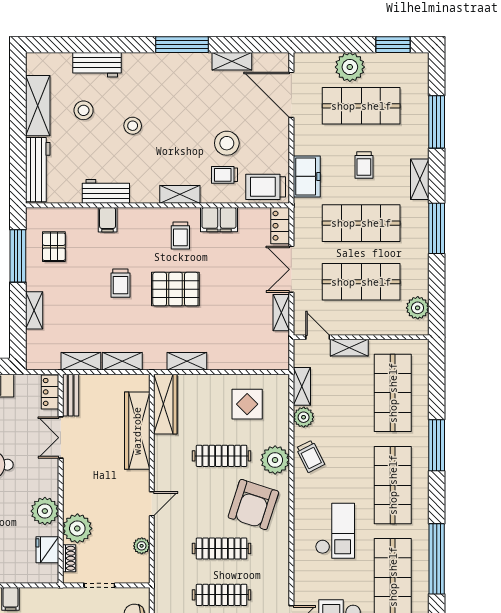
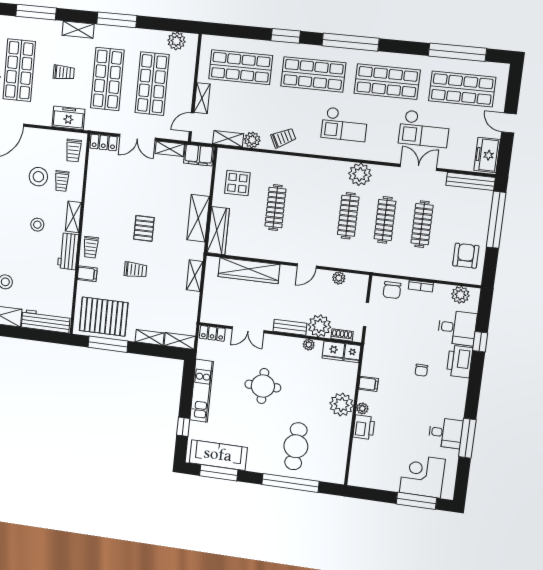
stool: (133, 126) -> (37, 225), moved
trolley: (266, 187) -> (73, 151), width x0.73, depth x0.72
workbench: (106, 191) -> (68, 251), moved
filing cabinet: (219, 220) -> (199, 155), moved, turned 90
trolley: (180, 236) -> (91, 247), moved, turned 90
pallet: (54, 247) -> (104, 317), width x2.05, depth x2.00
pallet: (175, 289) -> (144, 228), width x0.67, depth x0.71
shelving: (81, 361) -> (180, 341), moved, turned 90
shelving: (187, 361) -> (198, 218), width x1.50, depth x1.33
bench: (71, 395) -> (290, 327), moved
wardrobe: (165, 404) -> (218, 231), moved, turned 90
window: (437, 445) -> (286, 36), width x0.69
plant: (275, 460) -> (360, 174), moved
door: (152, 504) -> (307, 266), swing flipped
armchair: (253, 505) -> (316, 187), removed
plant: (45, 511) -> (309, 345), width x0.53, depth x0.53
checkout: (335, 531) -> (344, 124), turned 180
window: (437, 559) -> (351, 42), moved
fridge: (47, 574) -> (352, 353), added

